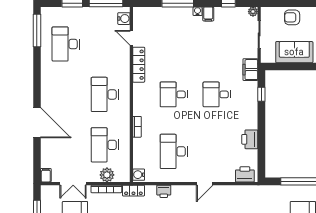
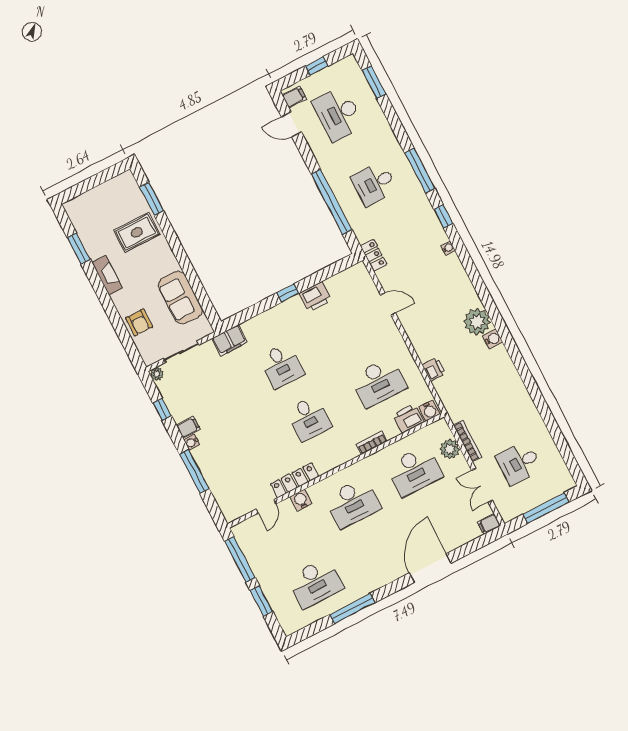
water cooler: (124, 19) -> (301, 500), moved
window: (37, 30) -> (352, 609), moved
window: (261, 94) -> (288, 293), moved
printer: (245, 174) -> (408, 418), moved, turned 90
double door: (73, 184) -> (482, 485), swing flipped
door: (205, 184) -> (388, 304), moved
locker: (133, 191) -> (374, 255), moved

